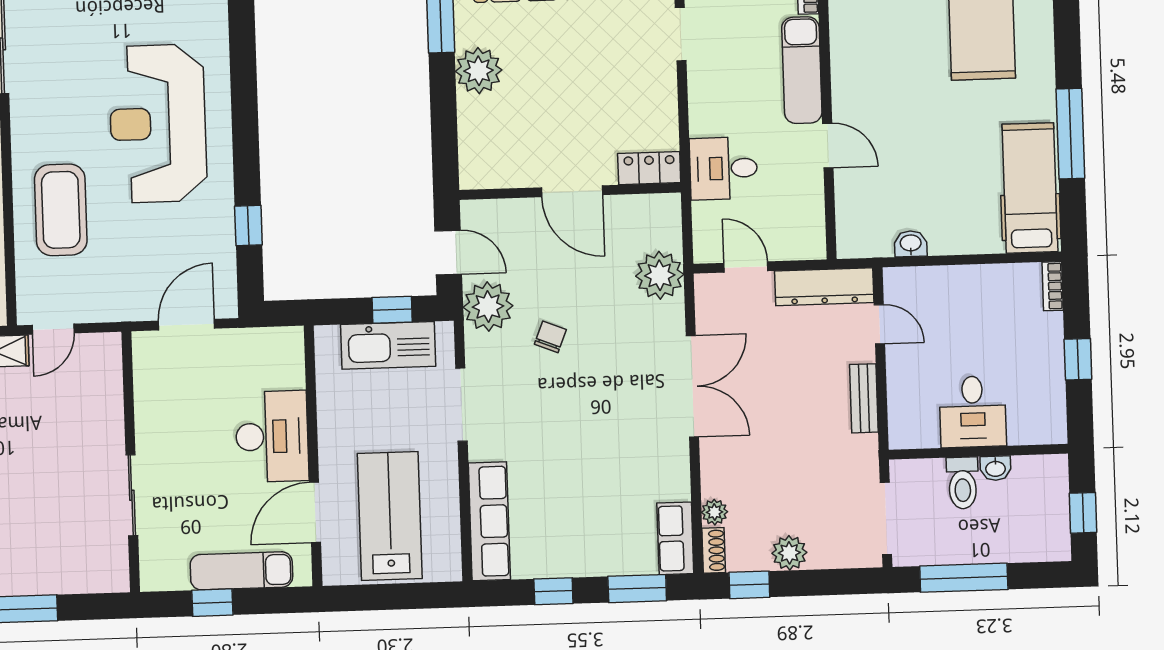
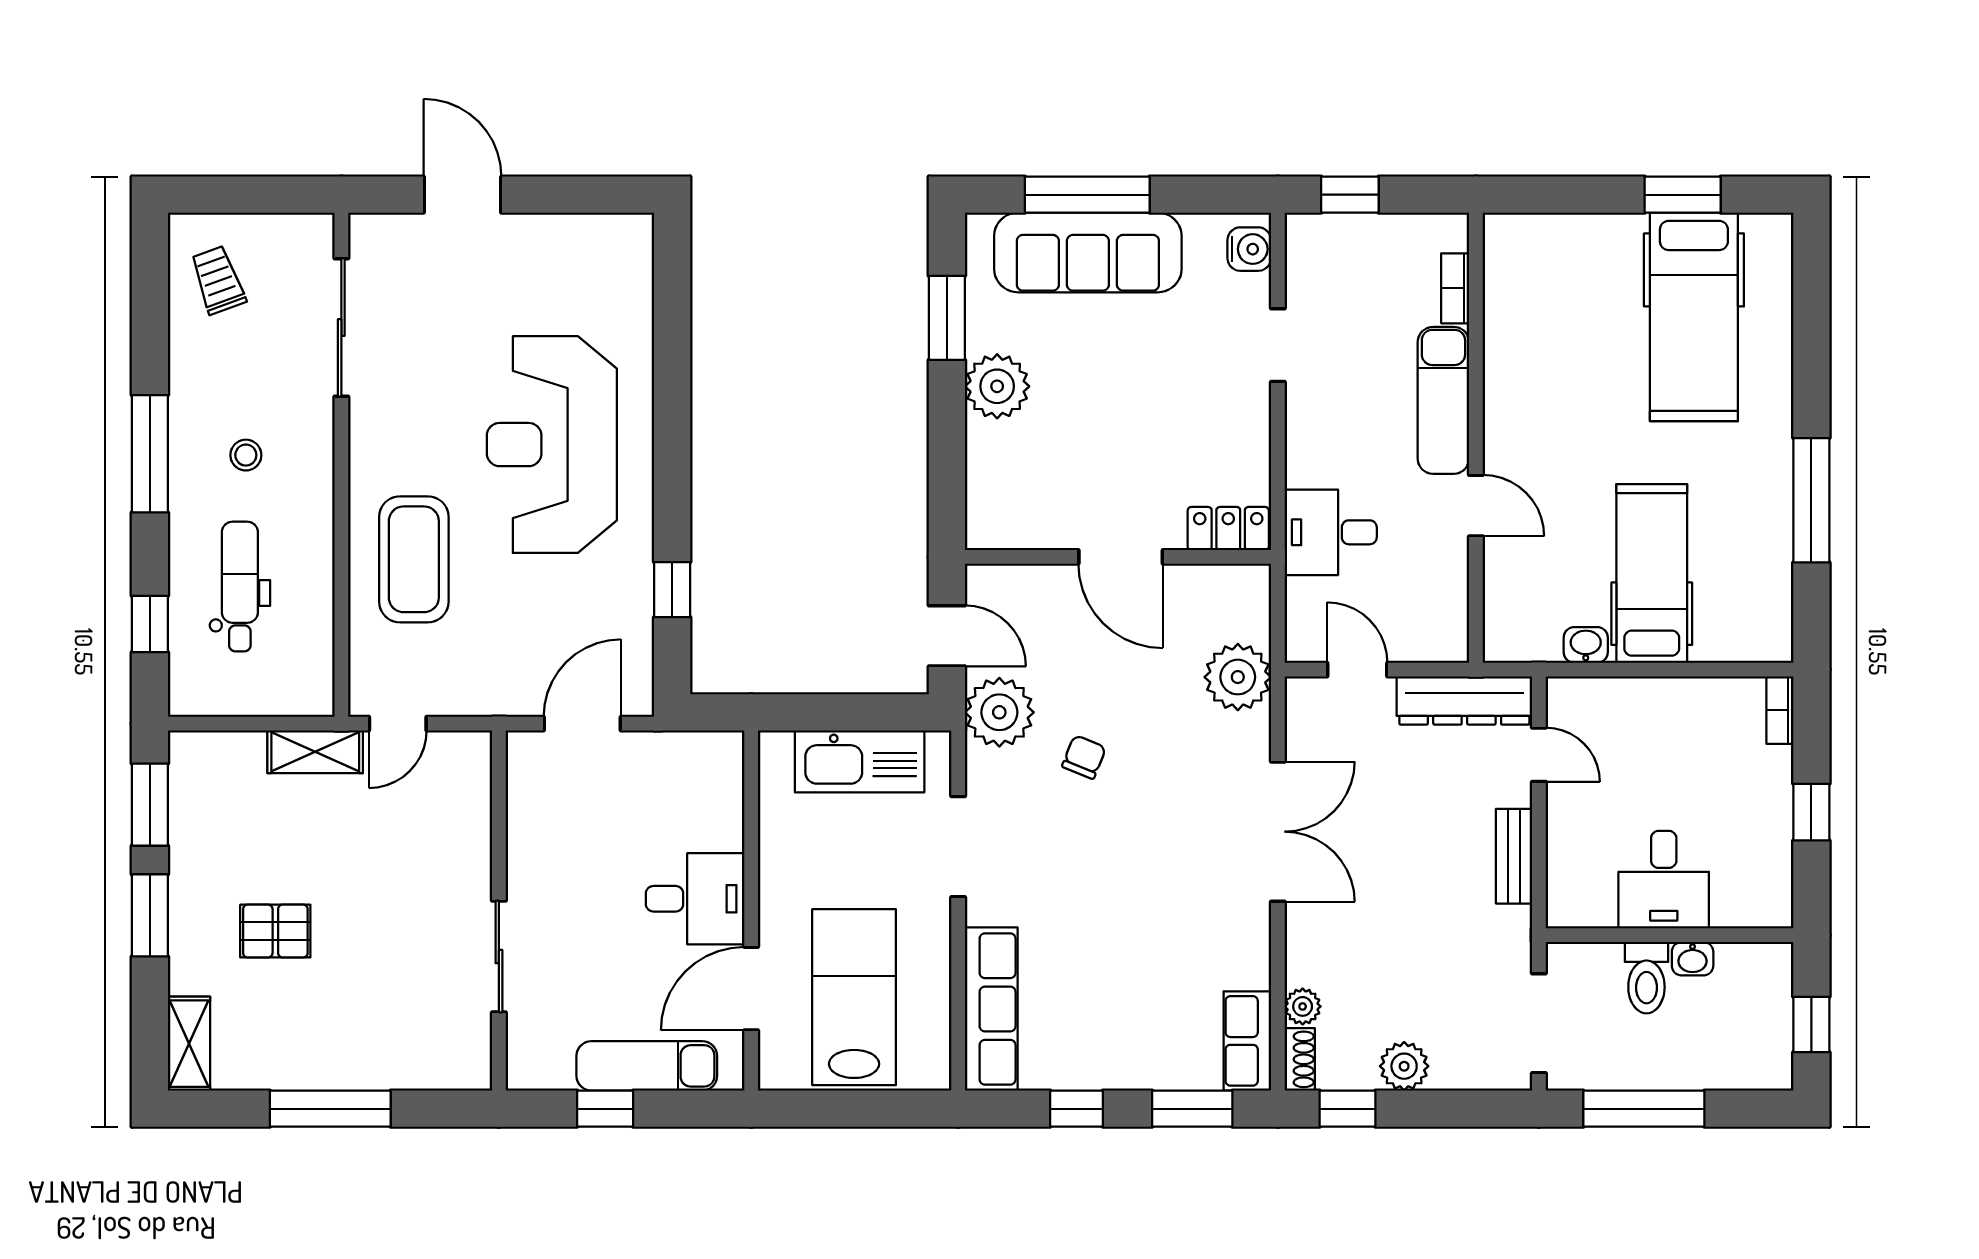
hospital bed: (1030, 188) -> (1652, 573), moved
window: (392, 310) -> (867, 712), removed
desk: (272, 436) -> (695, 899), width x0.73

